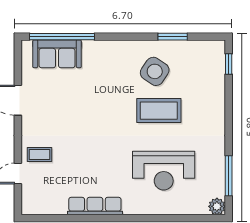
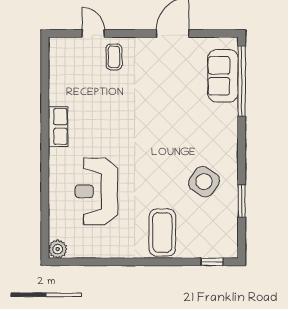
coffee table: (159, 111) -> (162, 233), moved
window: (229, 176) -> (91, 262), removed
row of seats: (95, 206) -> (58, 126), width x0.68

